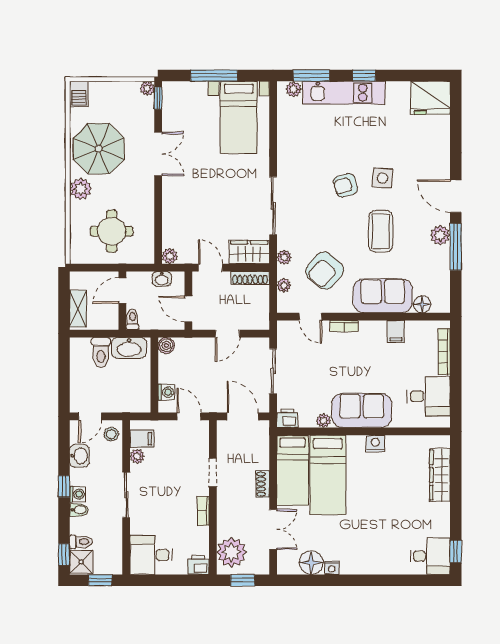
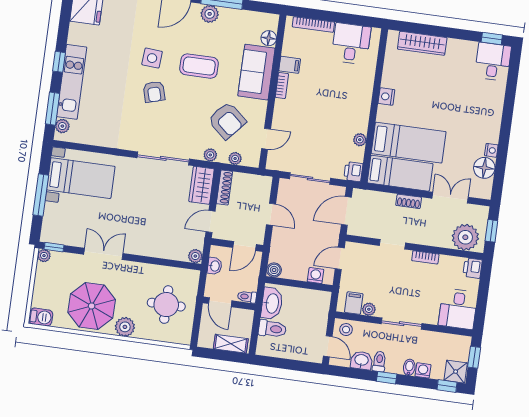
bookcase: (344, 326) -> (282, 86), moved
sofa: (362, 411) -> (356, 105), removed
washing machine: (78, 494) -> (423, 370), moved
toilet: (81, 542) -> (379, 361), moved

